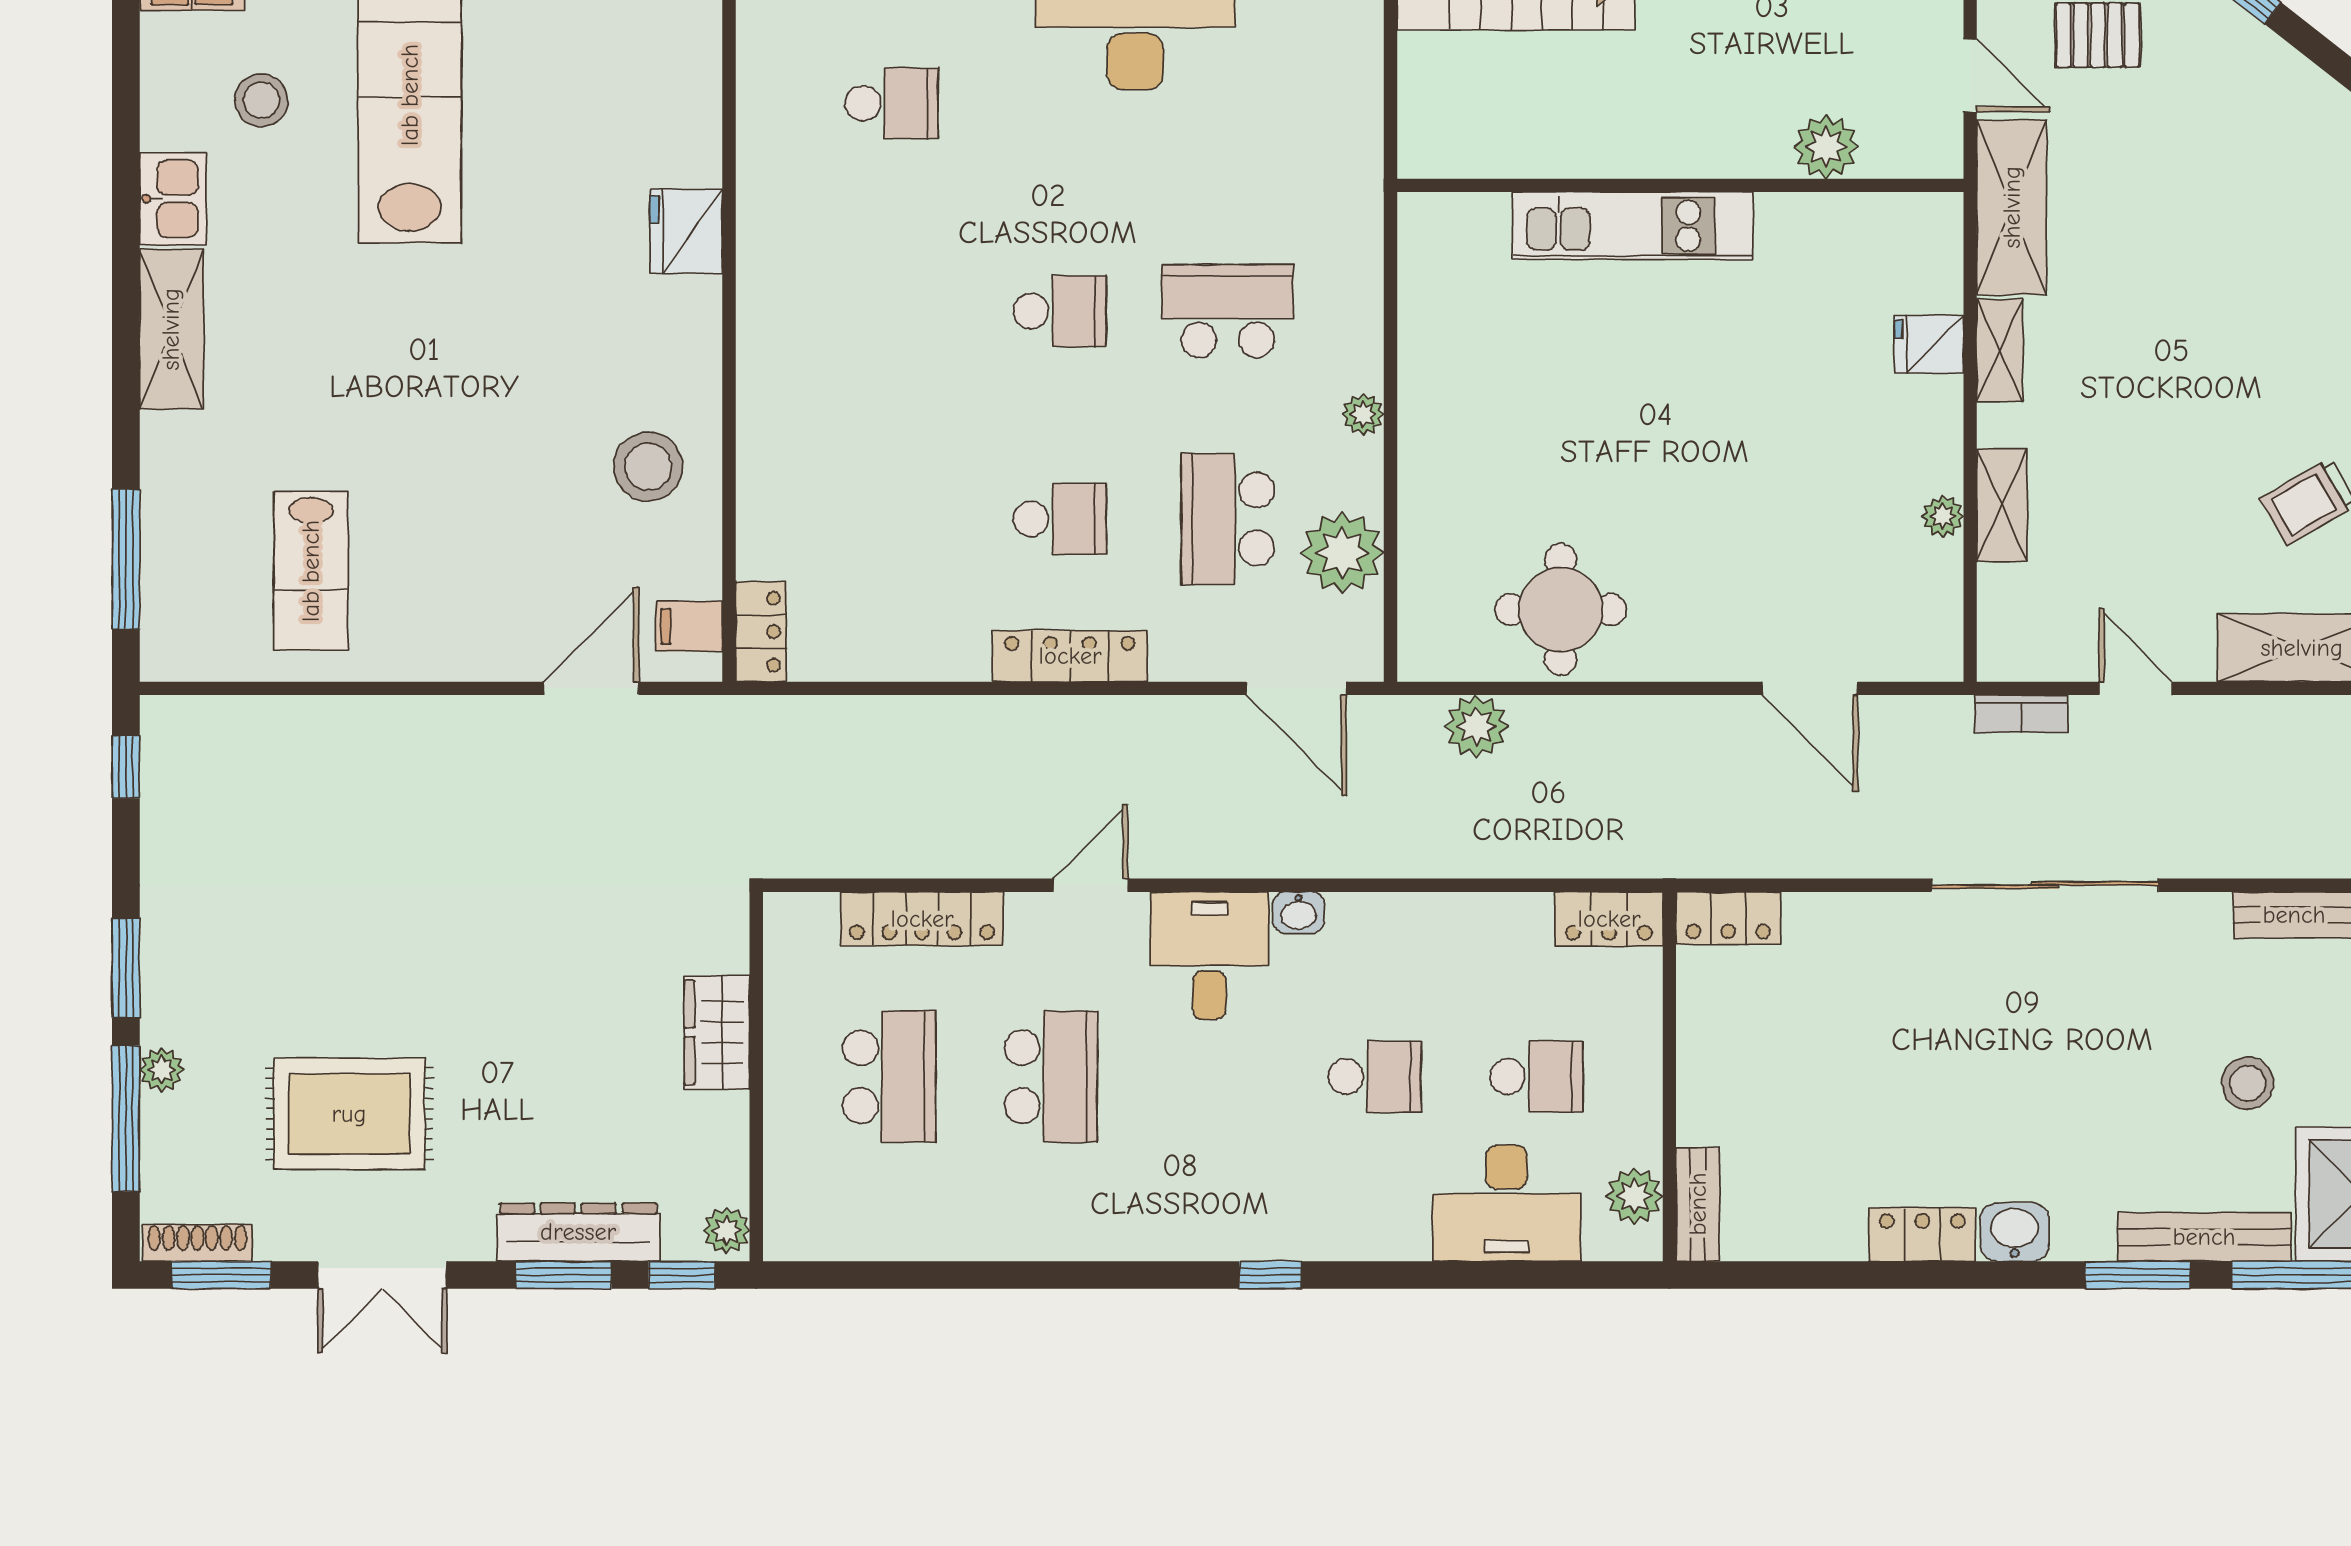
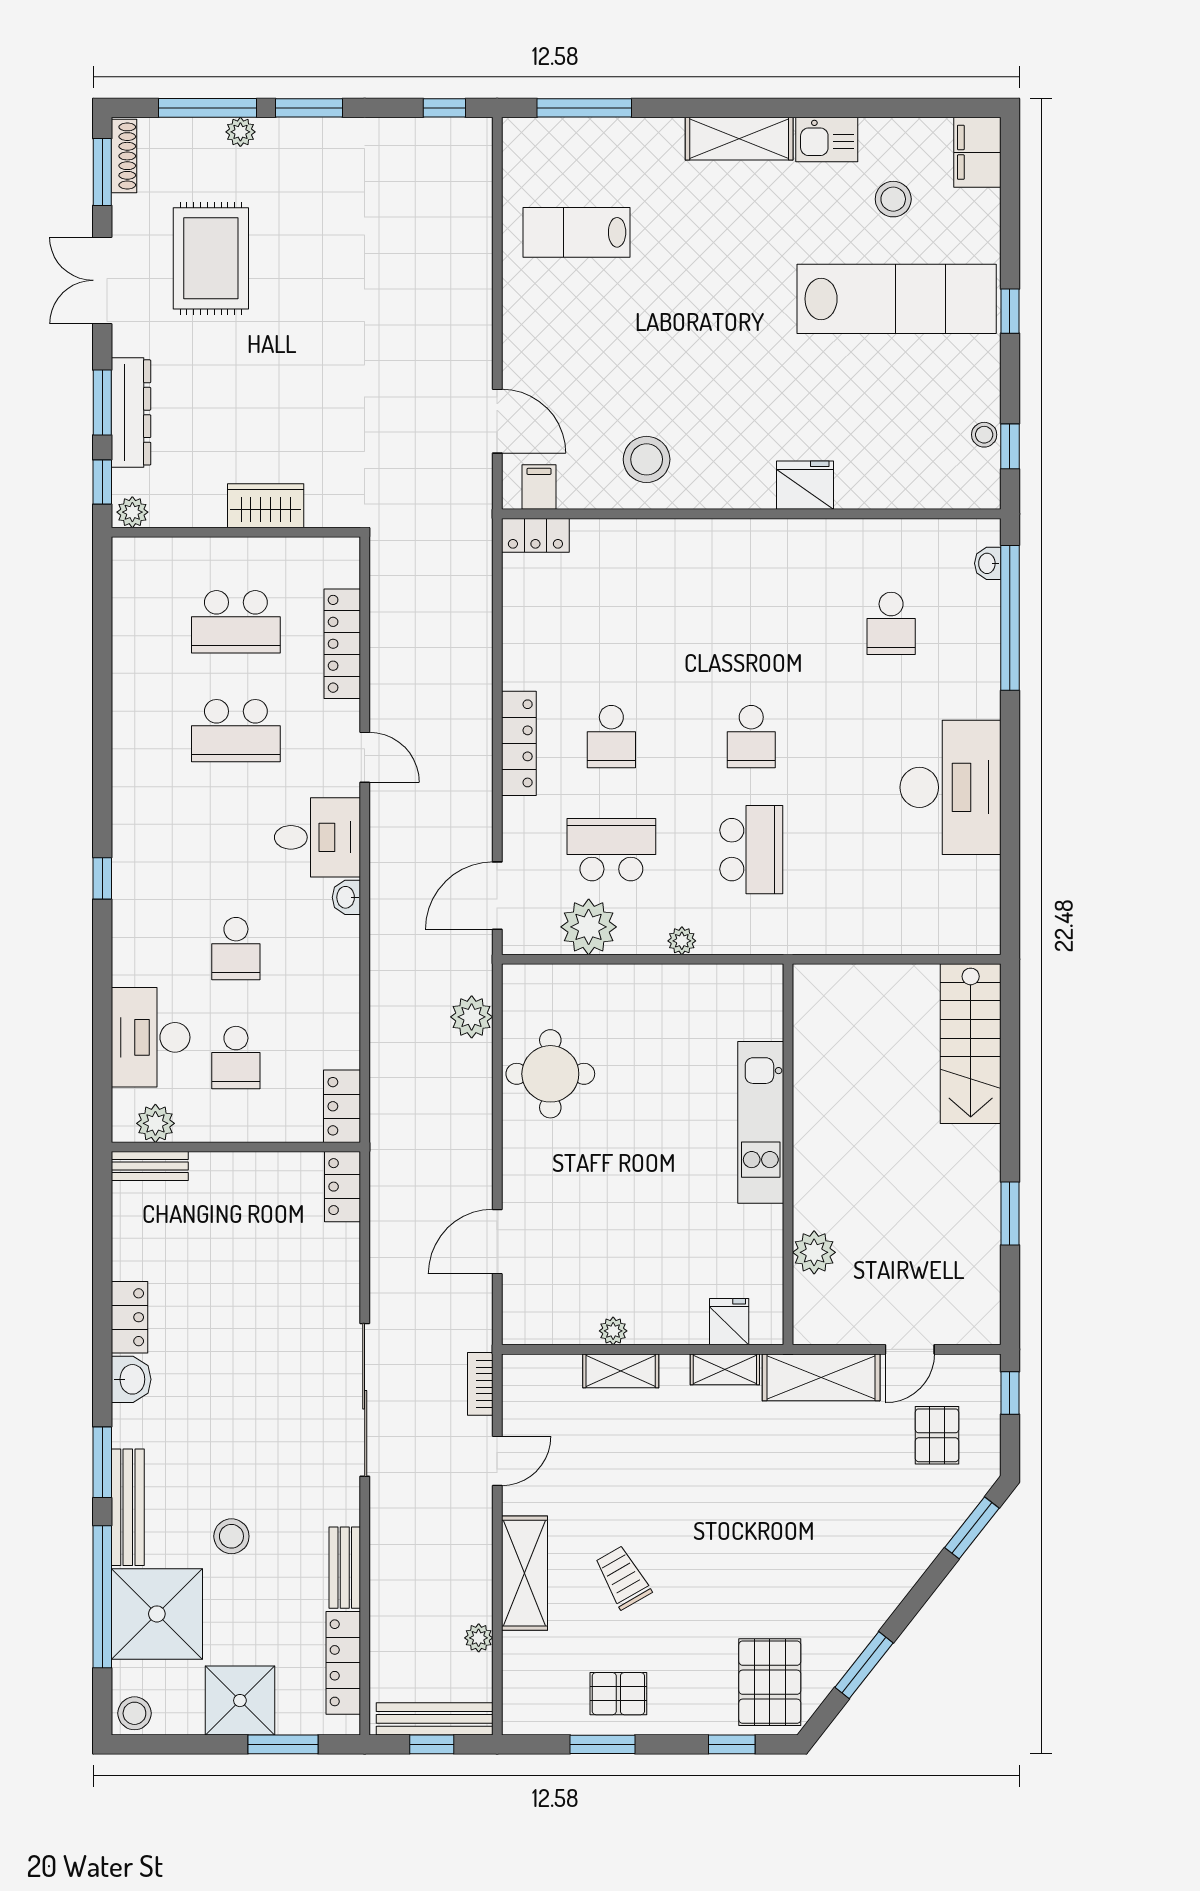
plant: (1826, 147) -> (814, 1252), moved
wall: (1680, 185) -> (788, 1154), moved
kitchen unit: (1633, 226) -> (761, 1122), moved

